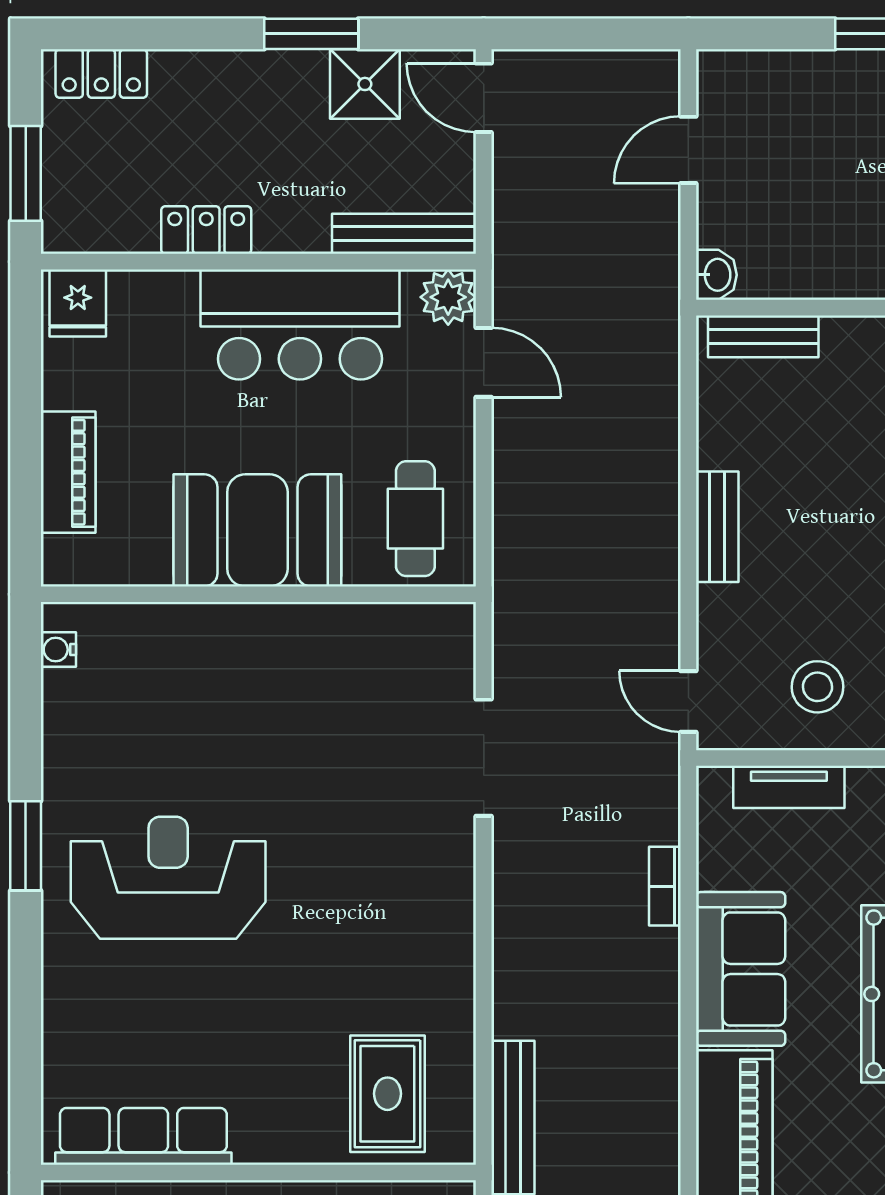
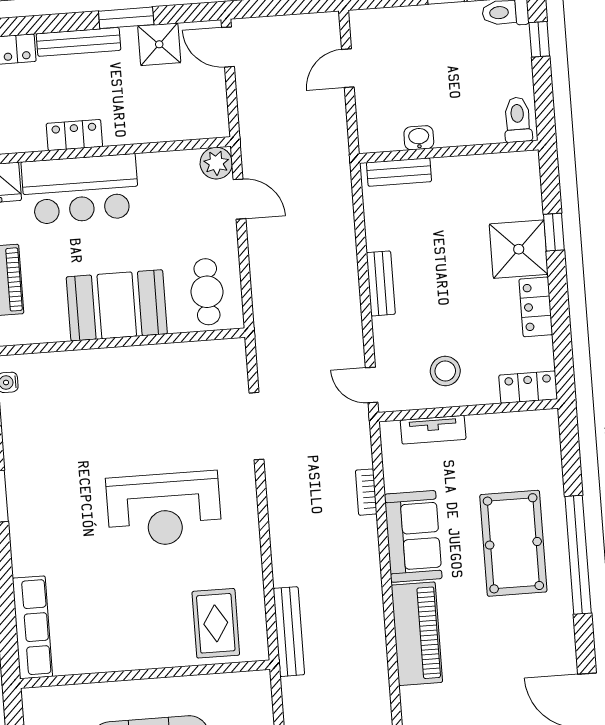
bench: (404, 234) -> (79, 42), moved
washbasin: (716, 275) -> (419, 138), moved, turned -90
bar counter: (300, 325) -> (80, 189), moved
reception desk: (168, 878) -> (164, 509), moved, turned 180
row of seats: (143, 1136) -> (32, 627), moved, turned 90

